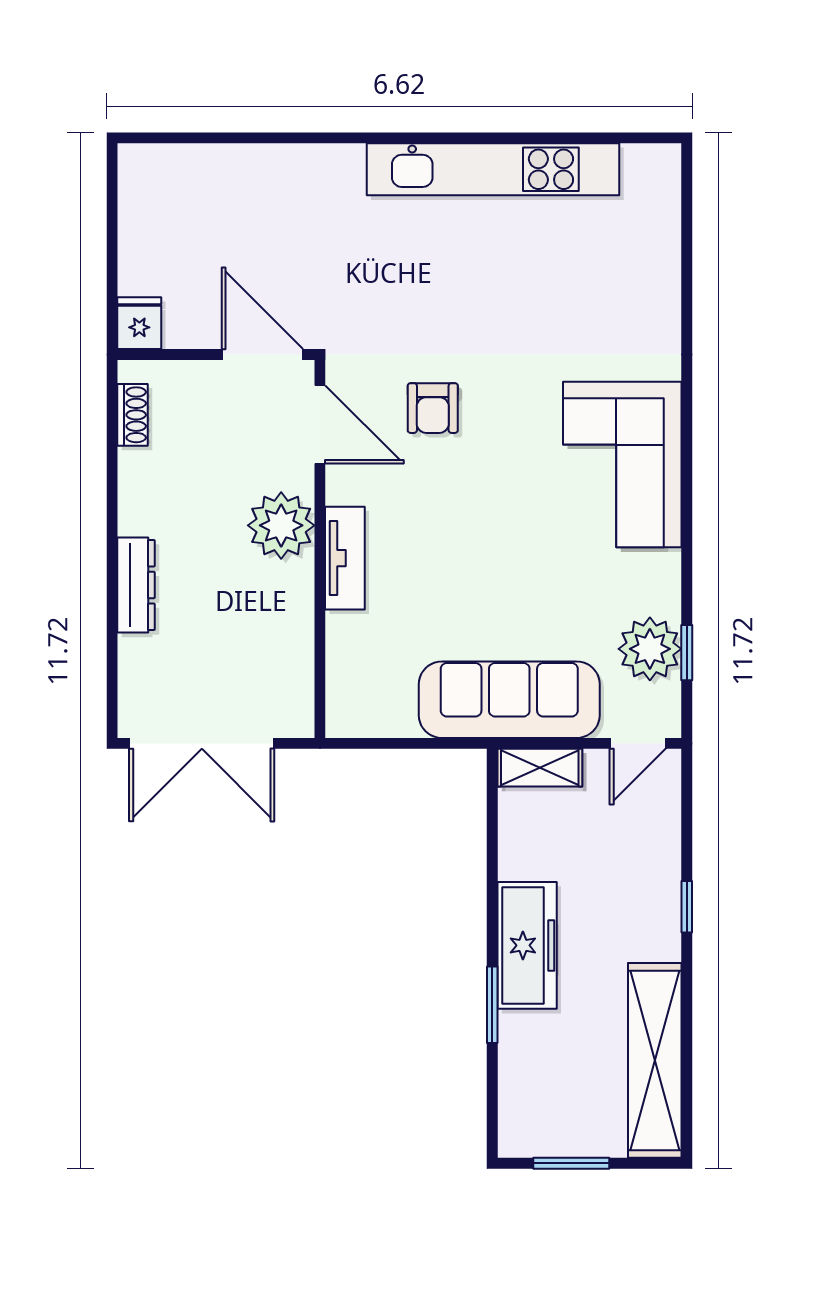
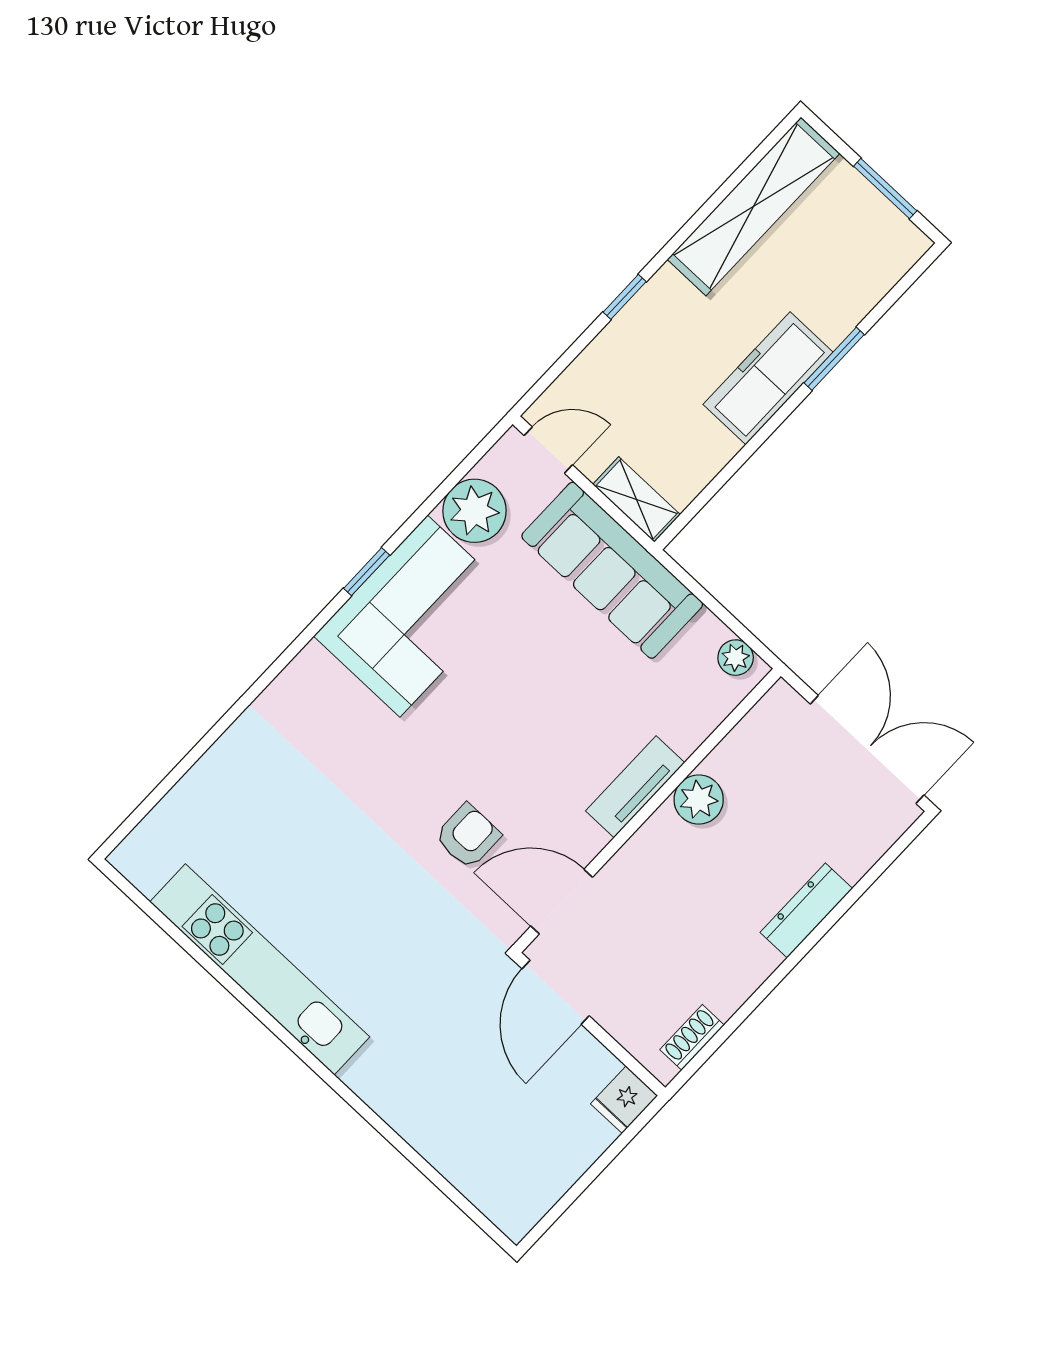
door: (320, 425) -> (562, 902), hinge flipped
corner sofa: (622, 464) -> (414, 616), moved
plant: (281, 525) -> (699, 799), moved, width x0.73, depth x0.73
window: (687, 653) -> (367, 572), moved
plant: (360, 720) -> (736, 658), added

